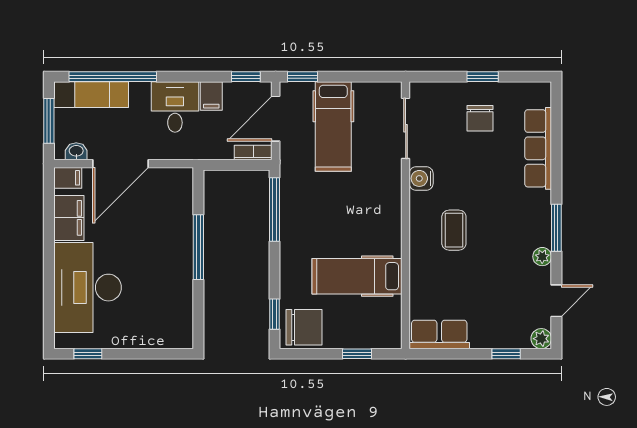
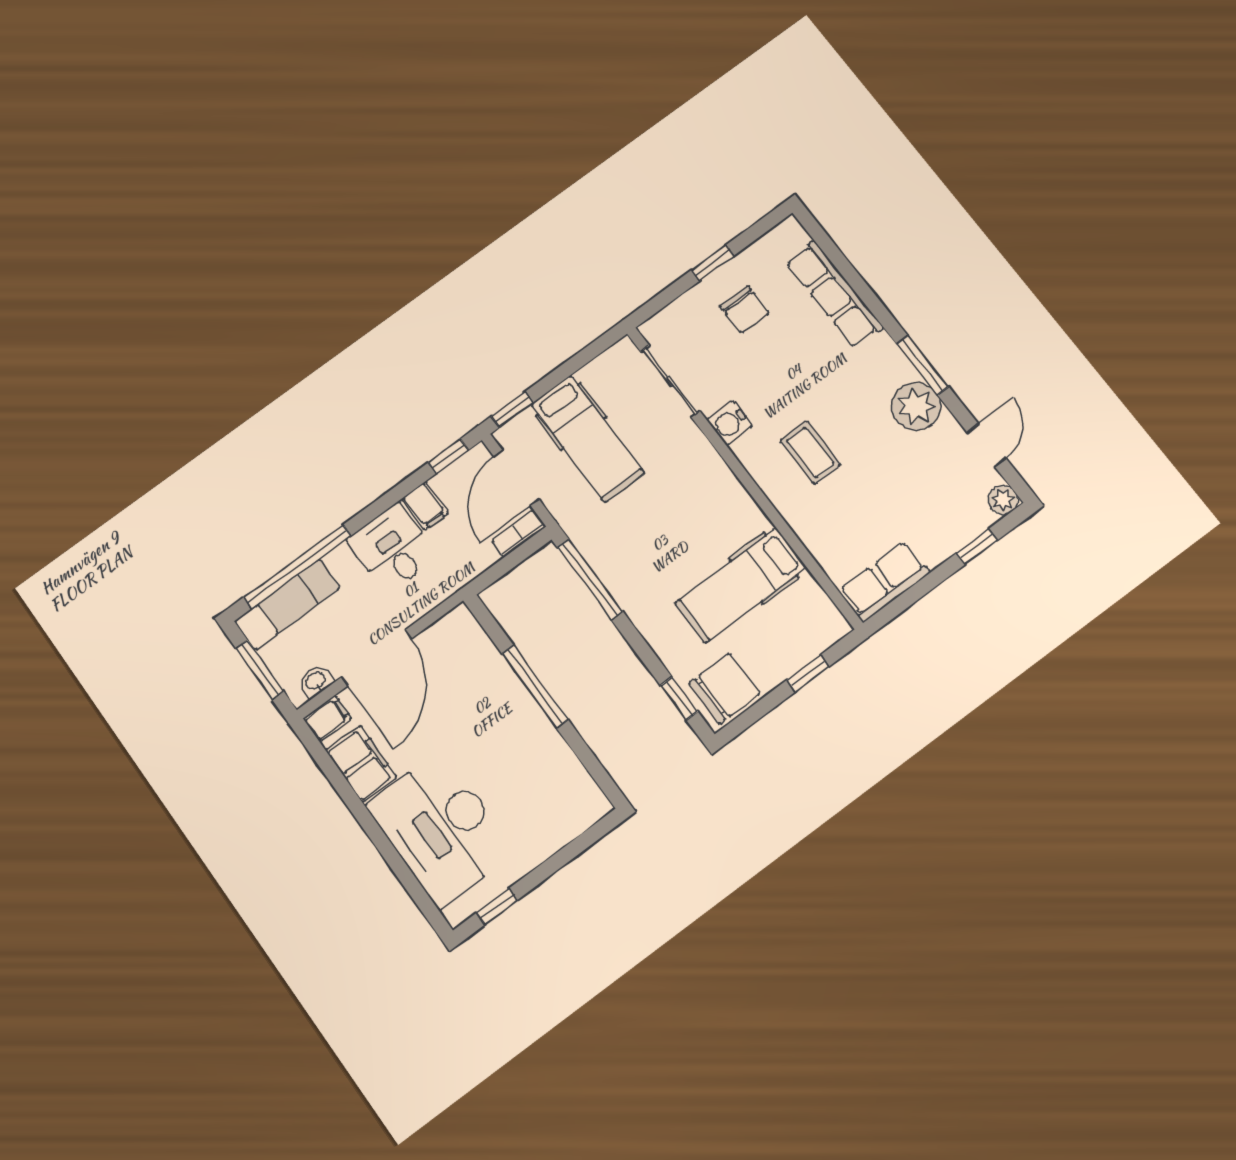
plant: (542, 257) -> (916, 406), width x1.87, depth x1.87

